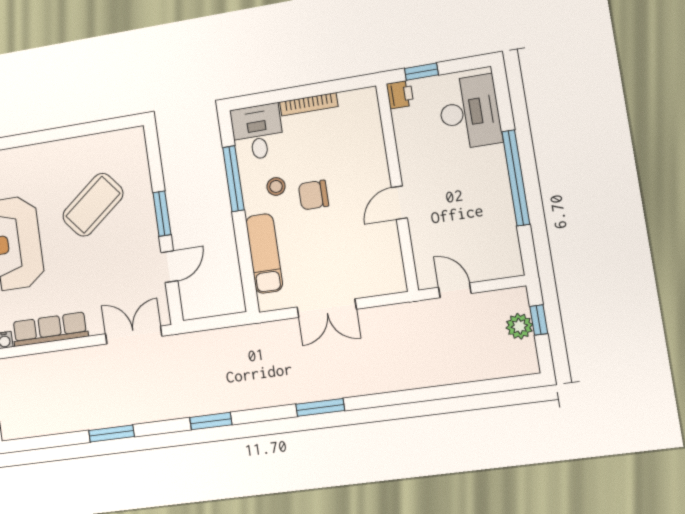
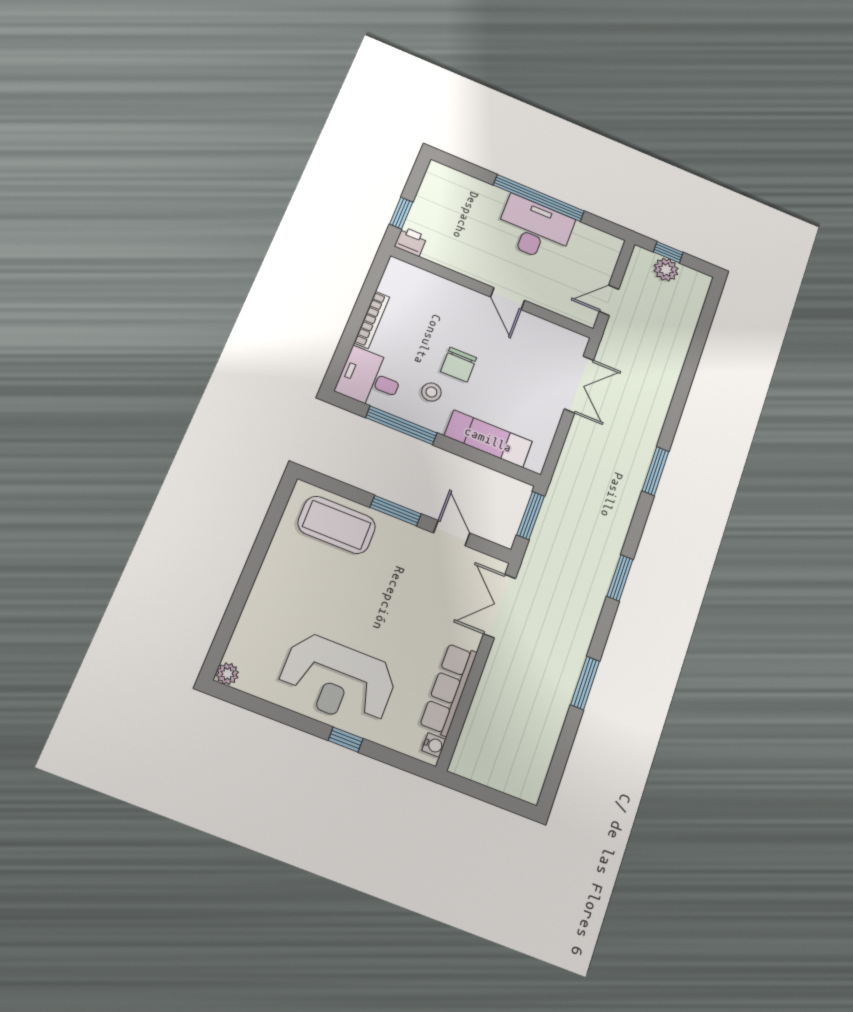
desk: (469, 112) -> (535, 229), moved
coffee table: (93, 205) -> (337, 525), moved, turned -51
double door: (327, 308) -> (579, 384), moved
window: (220, 322) -> (531, 516), added

